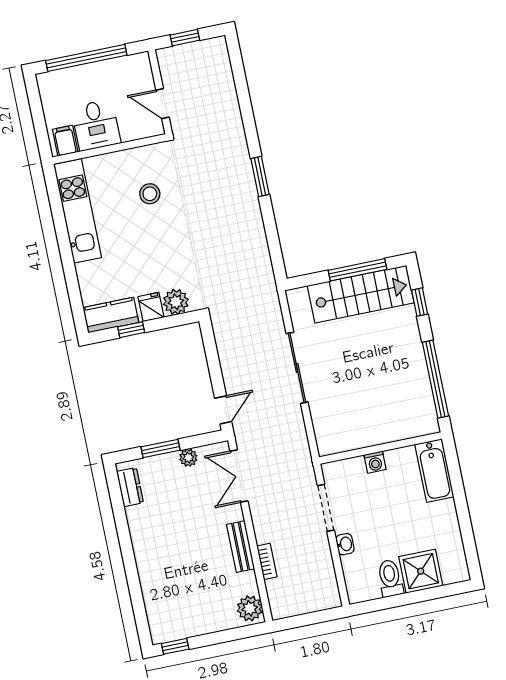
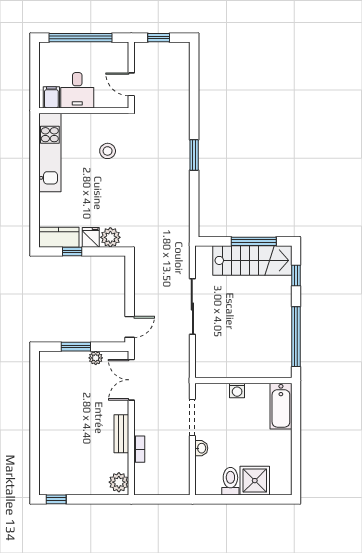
dresser: (130, 487) -> (47, 371), removed

